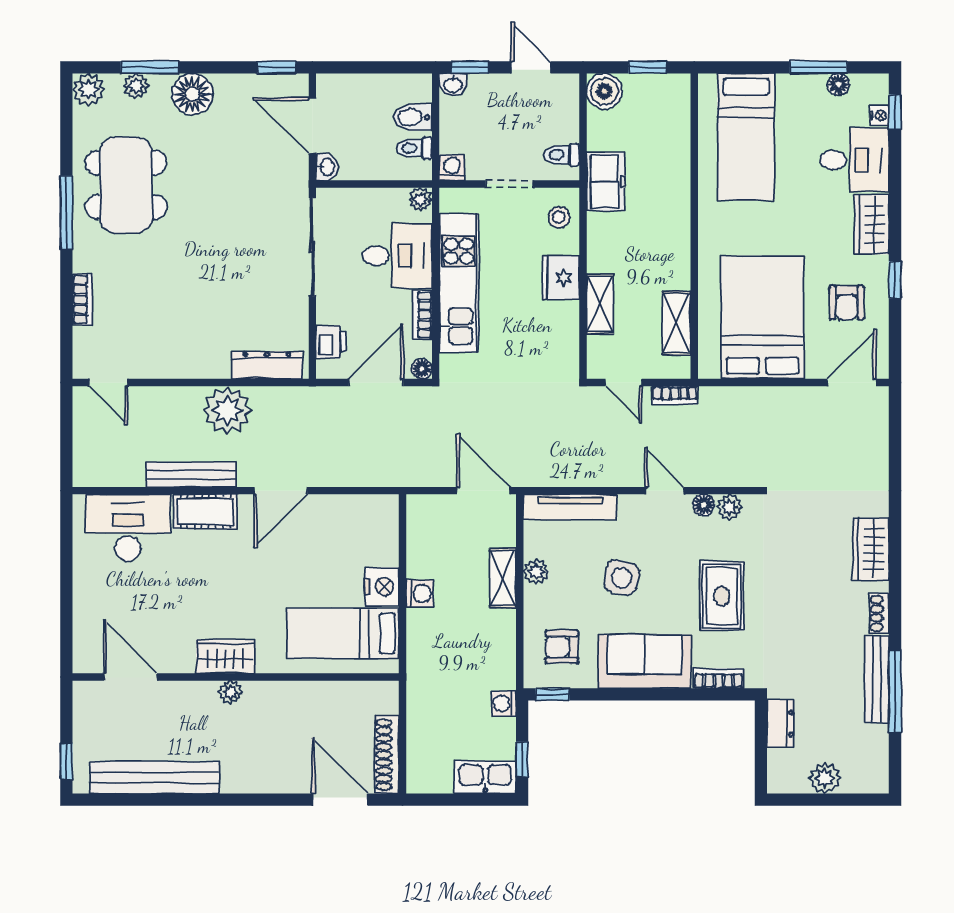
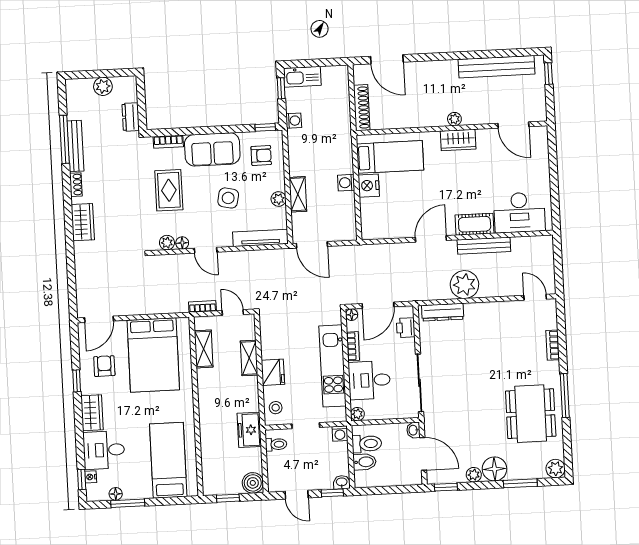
plant: (136, 86) -> (474, 475), moved
toilet: (414, 148) -> (367, 444), width x1.37, depth x1.39
shoe rack: (387, 755) -> (362, 108), moved

